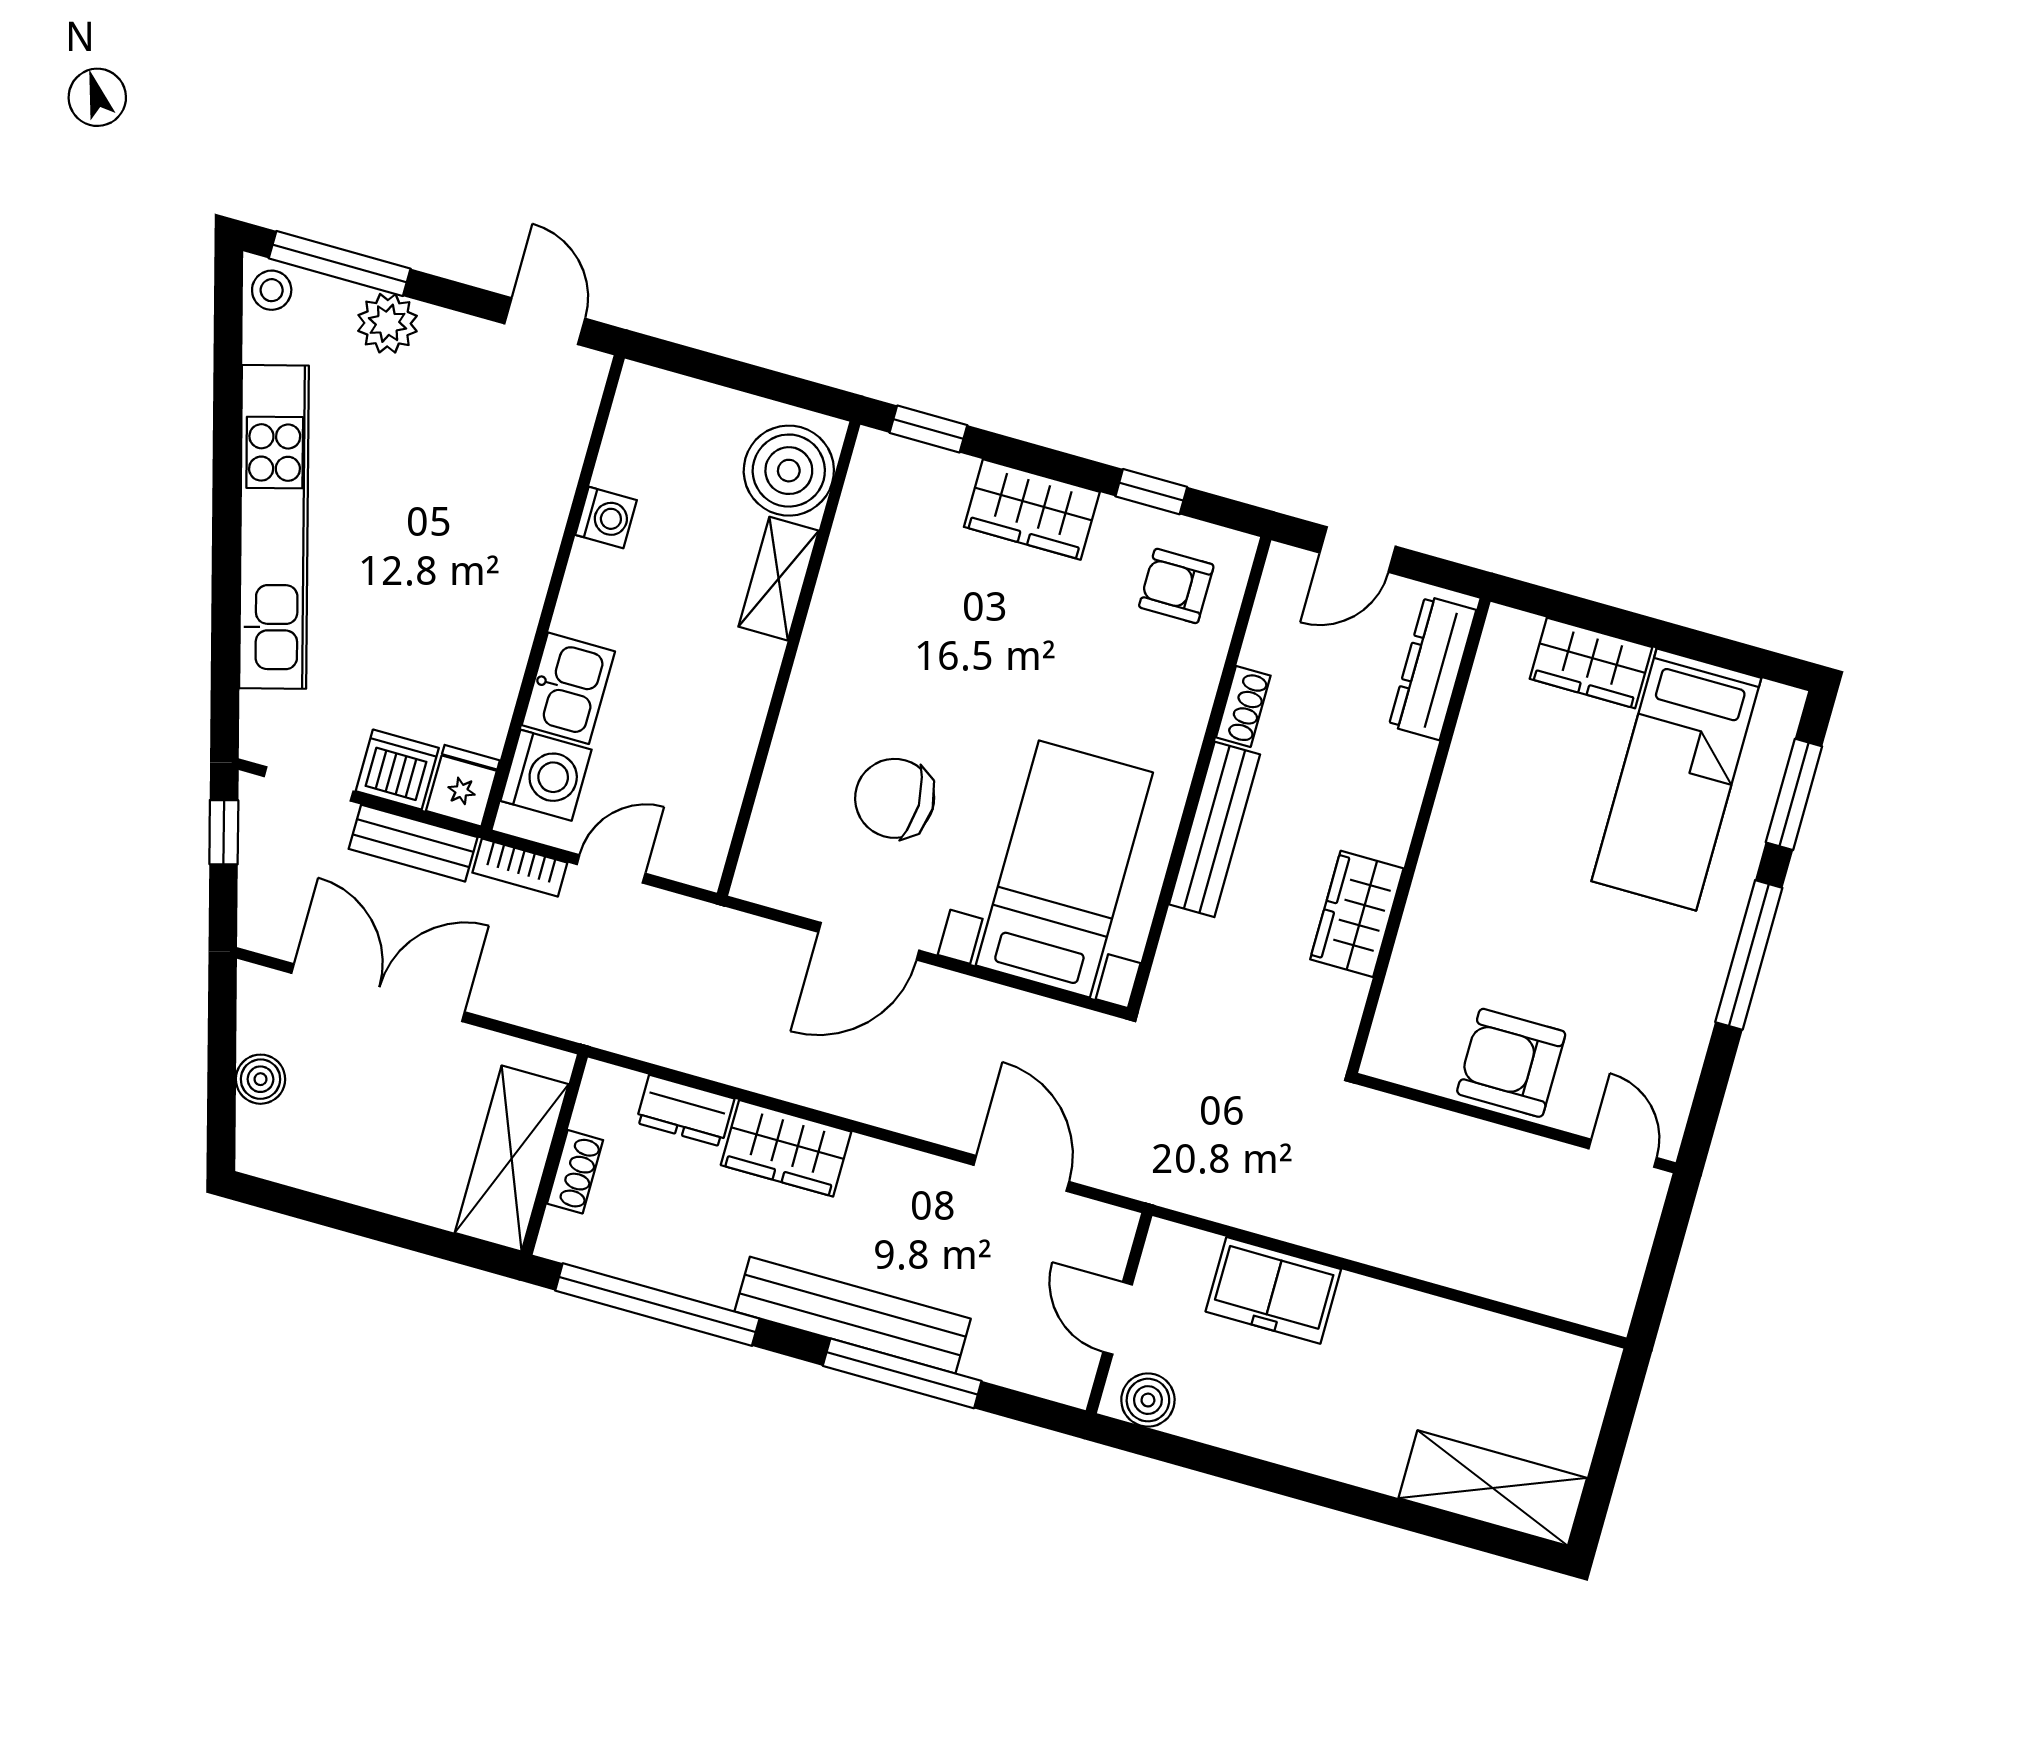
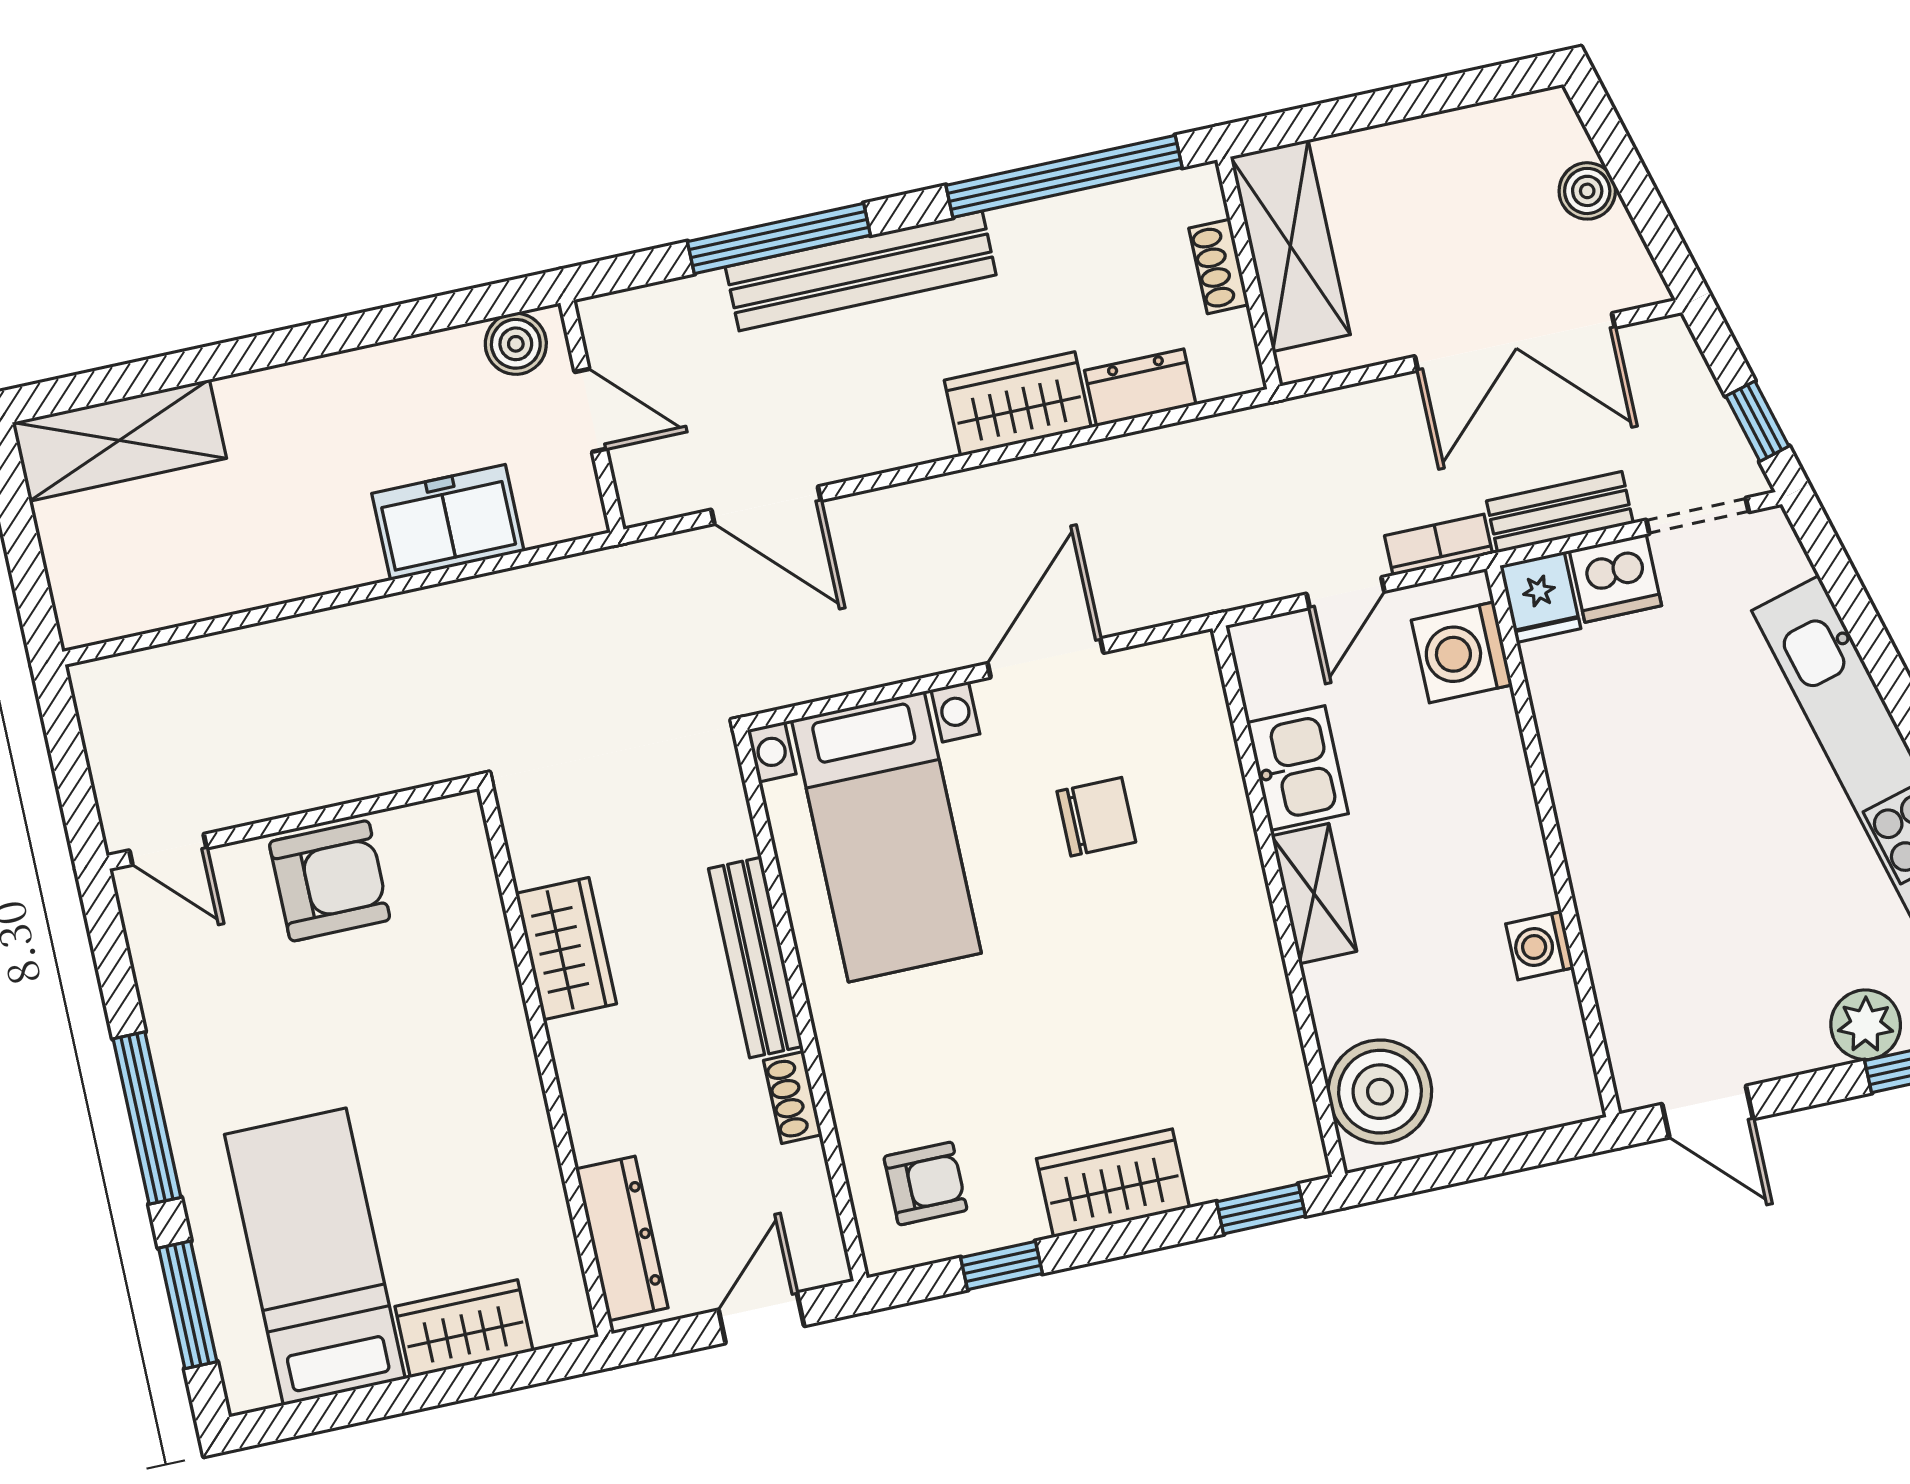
shelving: (779, 579) -> (1314, 894), moved
kitchen sink: (568, 688) -> (1298, 768), moved, turned 180
chair: (895, 798) -> (1096, 817), width x0.73, depth x0.73

